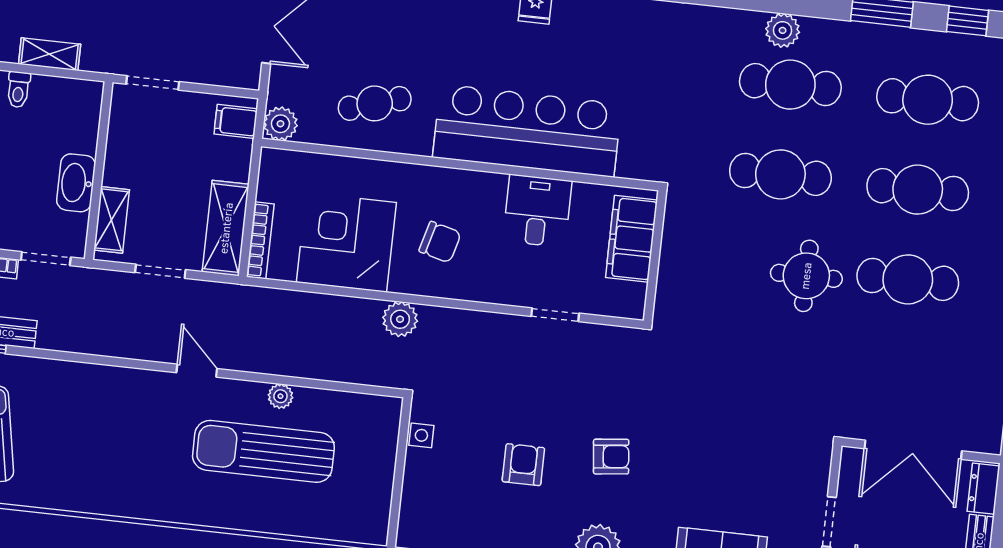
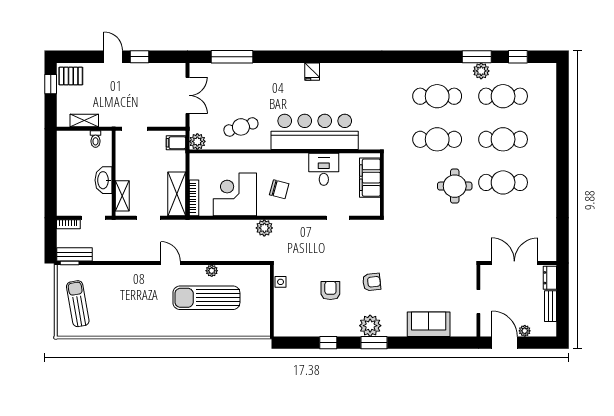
plant: (783, 30) -> (481, 71), moved
toilet: (18, 90) -> (96, 139), moved
double door: (913, 450) -> (514, 263), swing flipped

